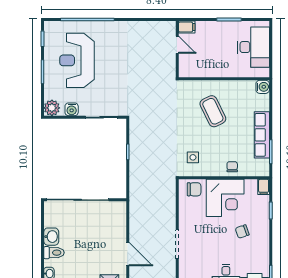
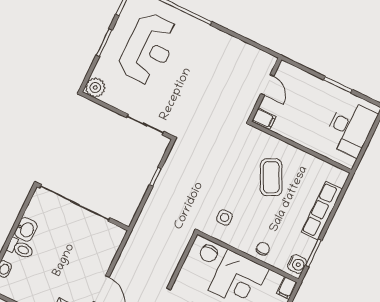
filing cabinet: (187, 27) -> (264, 119), moved
reception desk: (77, 60) -> (148, 49), turned 180
water cooler: (263, 87) -> (297, 264), moved
water cooler: (72, 109) -> (116, 100), removed
row of seats: (262, 135) -> (322, 211), moved
chair: (194, 189) -> (209, 253), turned 90

